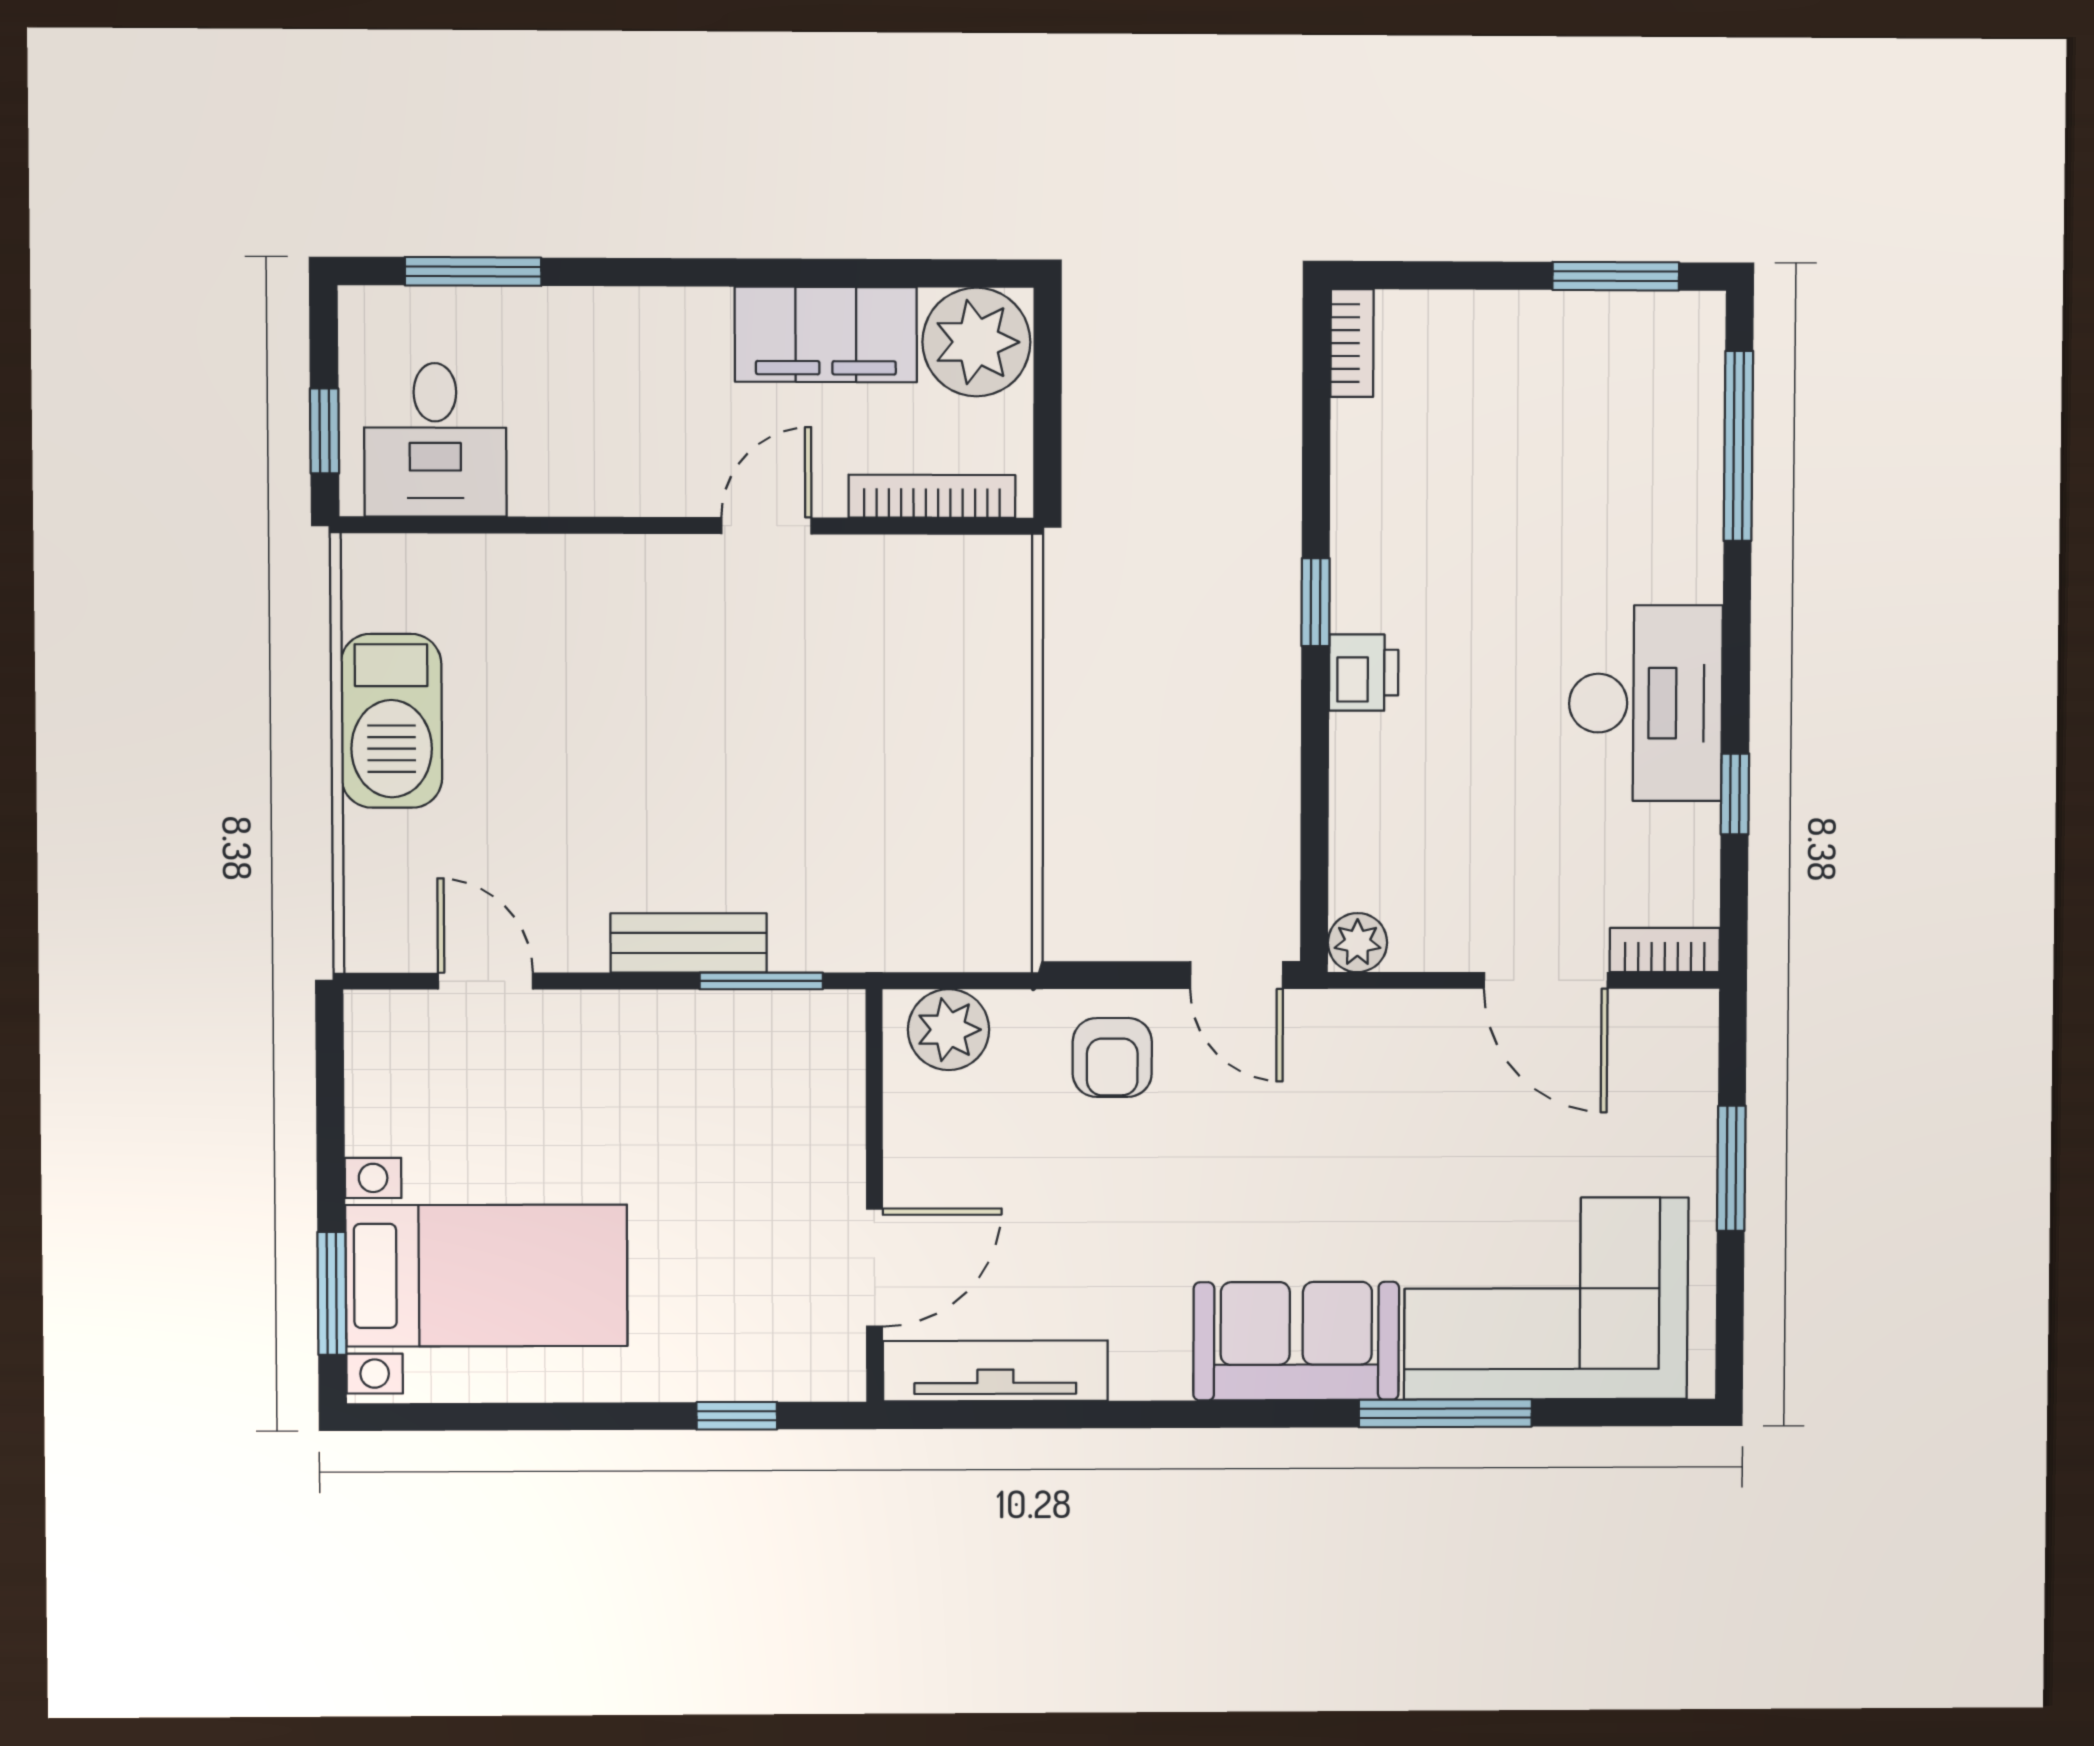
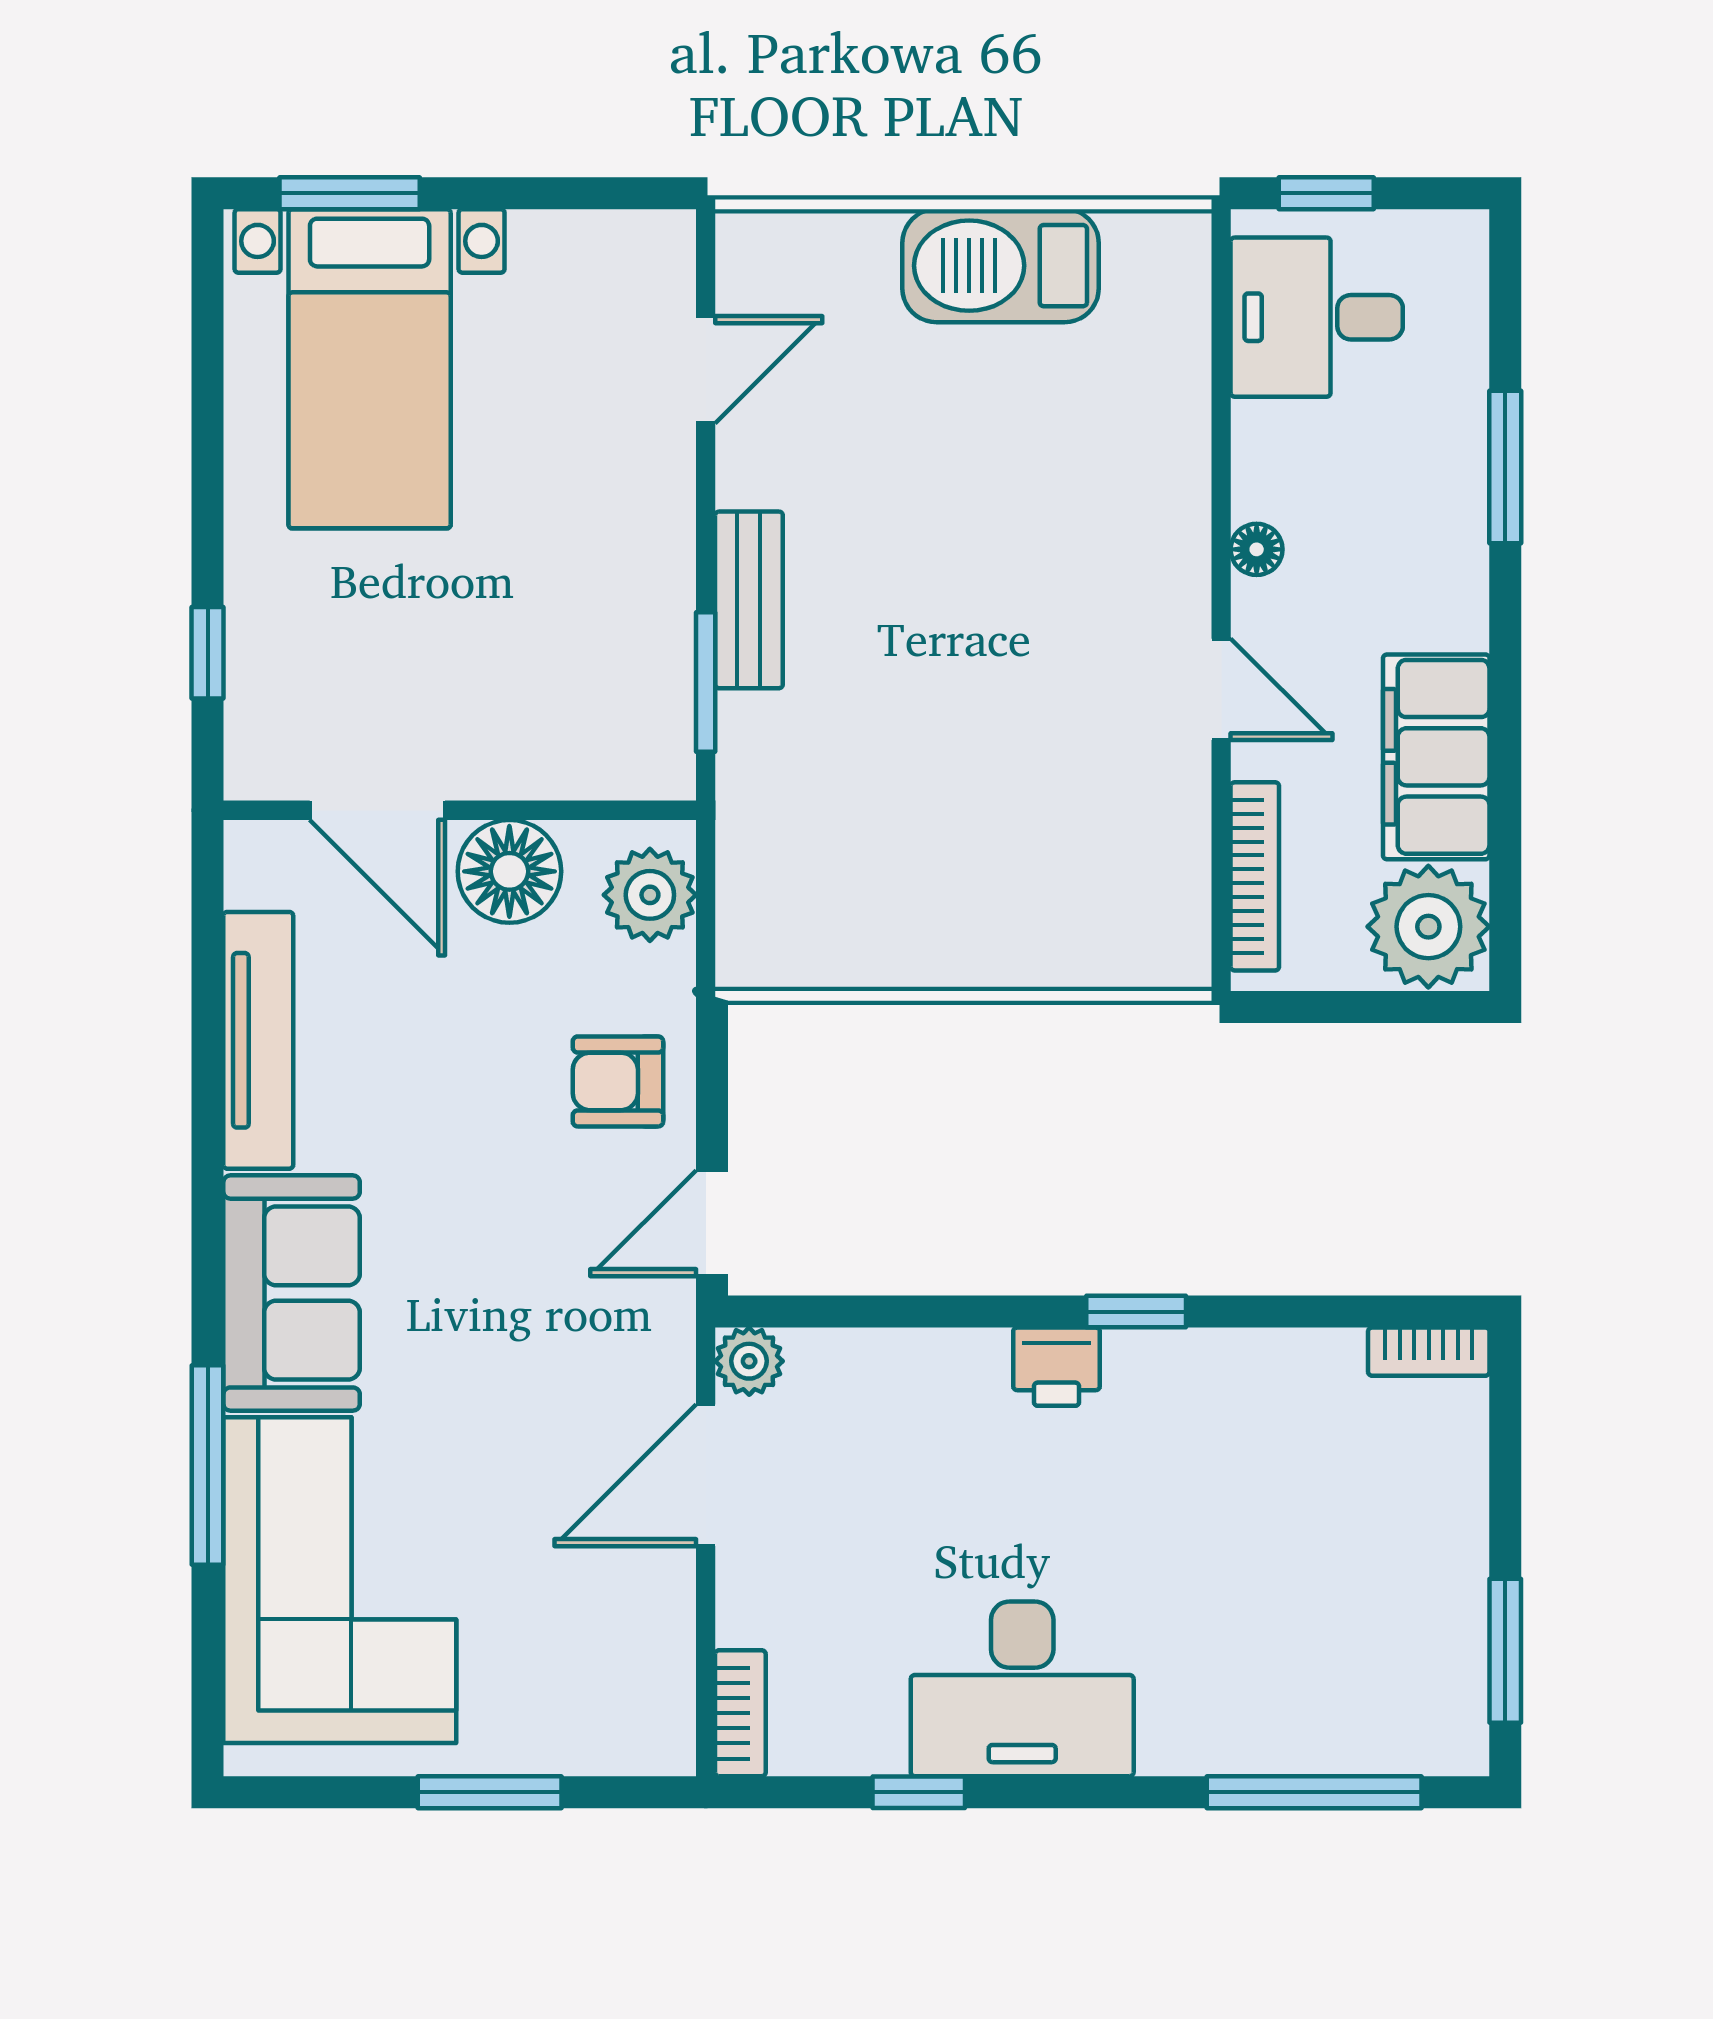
window: (473, 271) -> (1505, 467), moved
floor lamp: (642, 494) -> (1257, 549), added
door: (1546, 980) -> (706, 1475), moved
floor lamp: (928, 1152) -> (509, 871), added
tv unit: (995, 1371) -> (258, 1040), moved

